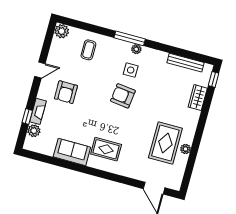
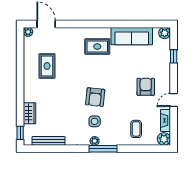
armchair: (123, 96) -> (95, 97), turned 89
fireplace: (38, 111) -> (166, 120), moved
plant: (34, 131) -> (165, 33), moved
rug: (165, 143) -> (47, 66), width x0.73, depth x0.70
plant: (185, 149) -> (28, 32), moved
sofa: (72, 152) -> (132, 36), width x1.36

